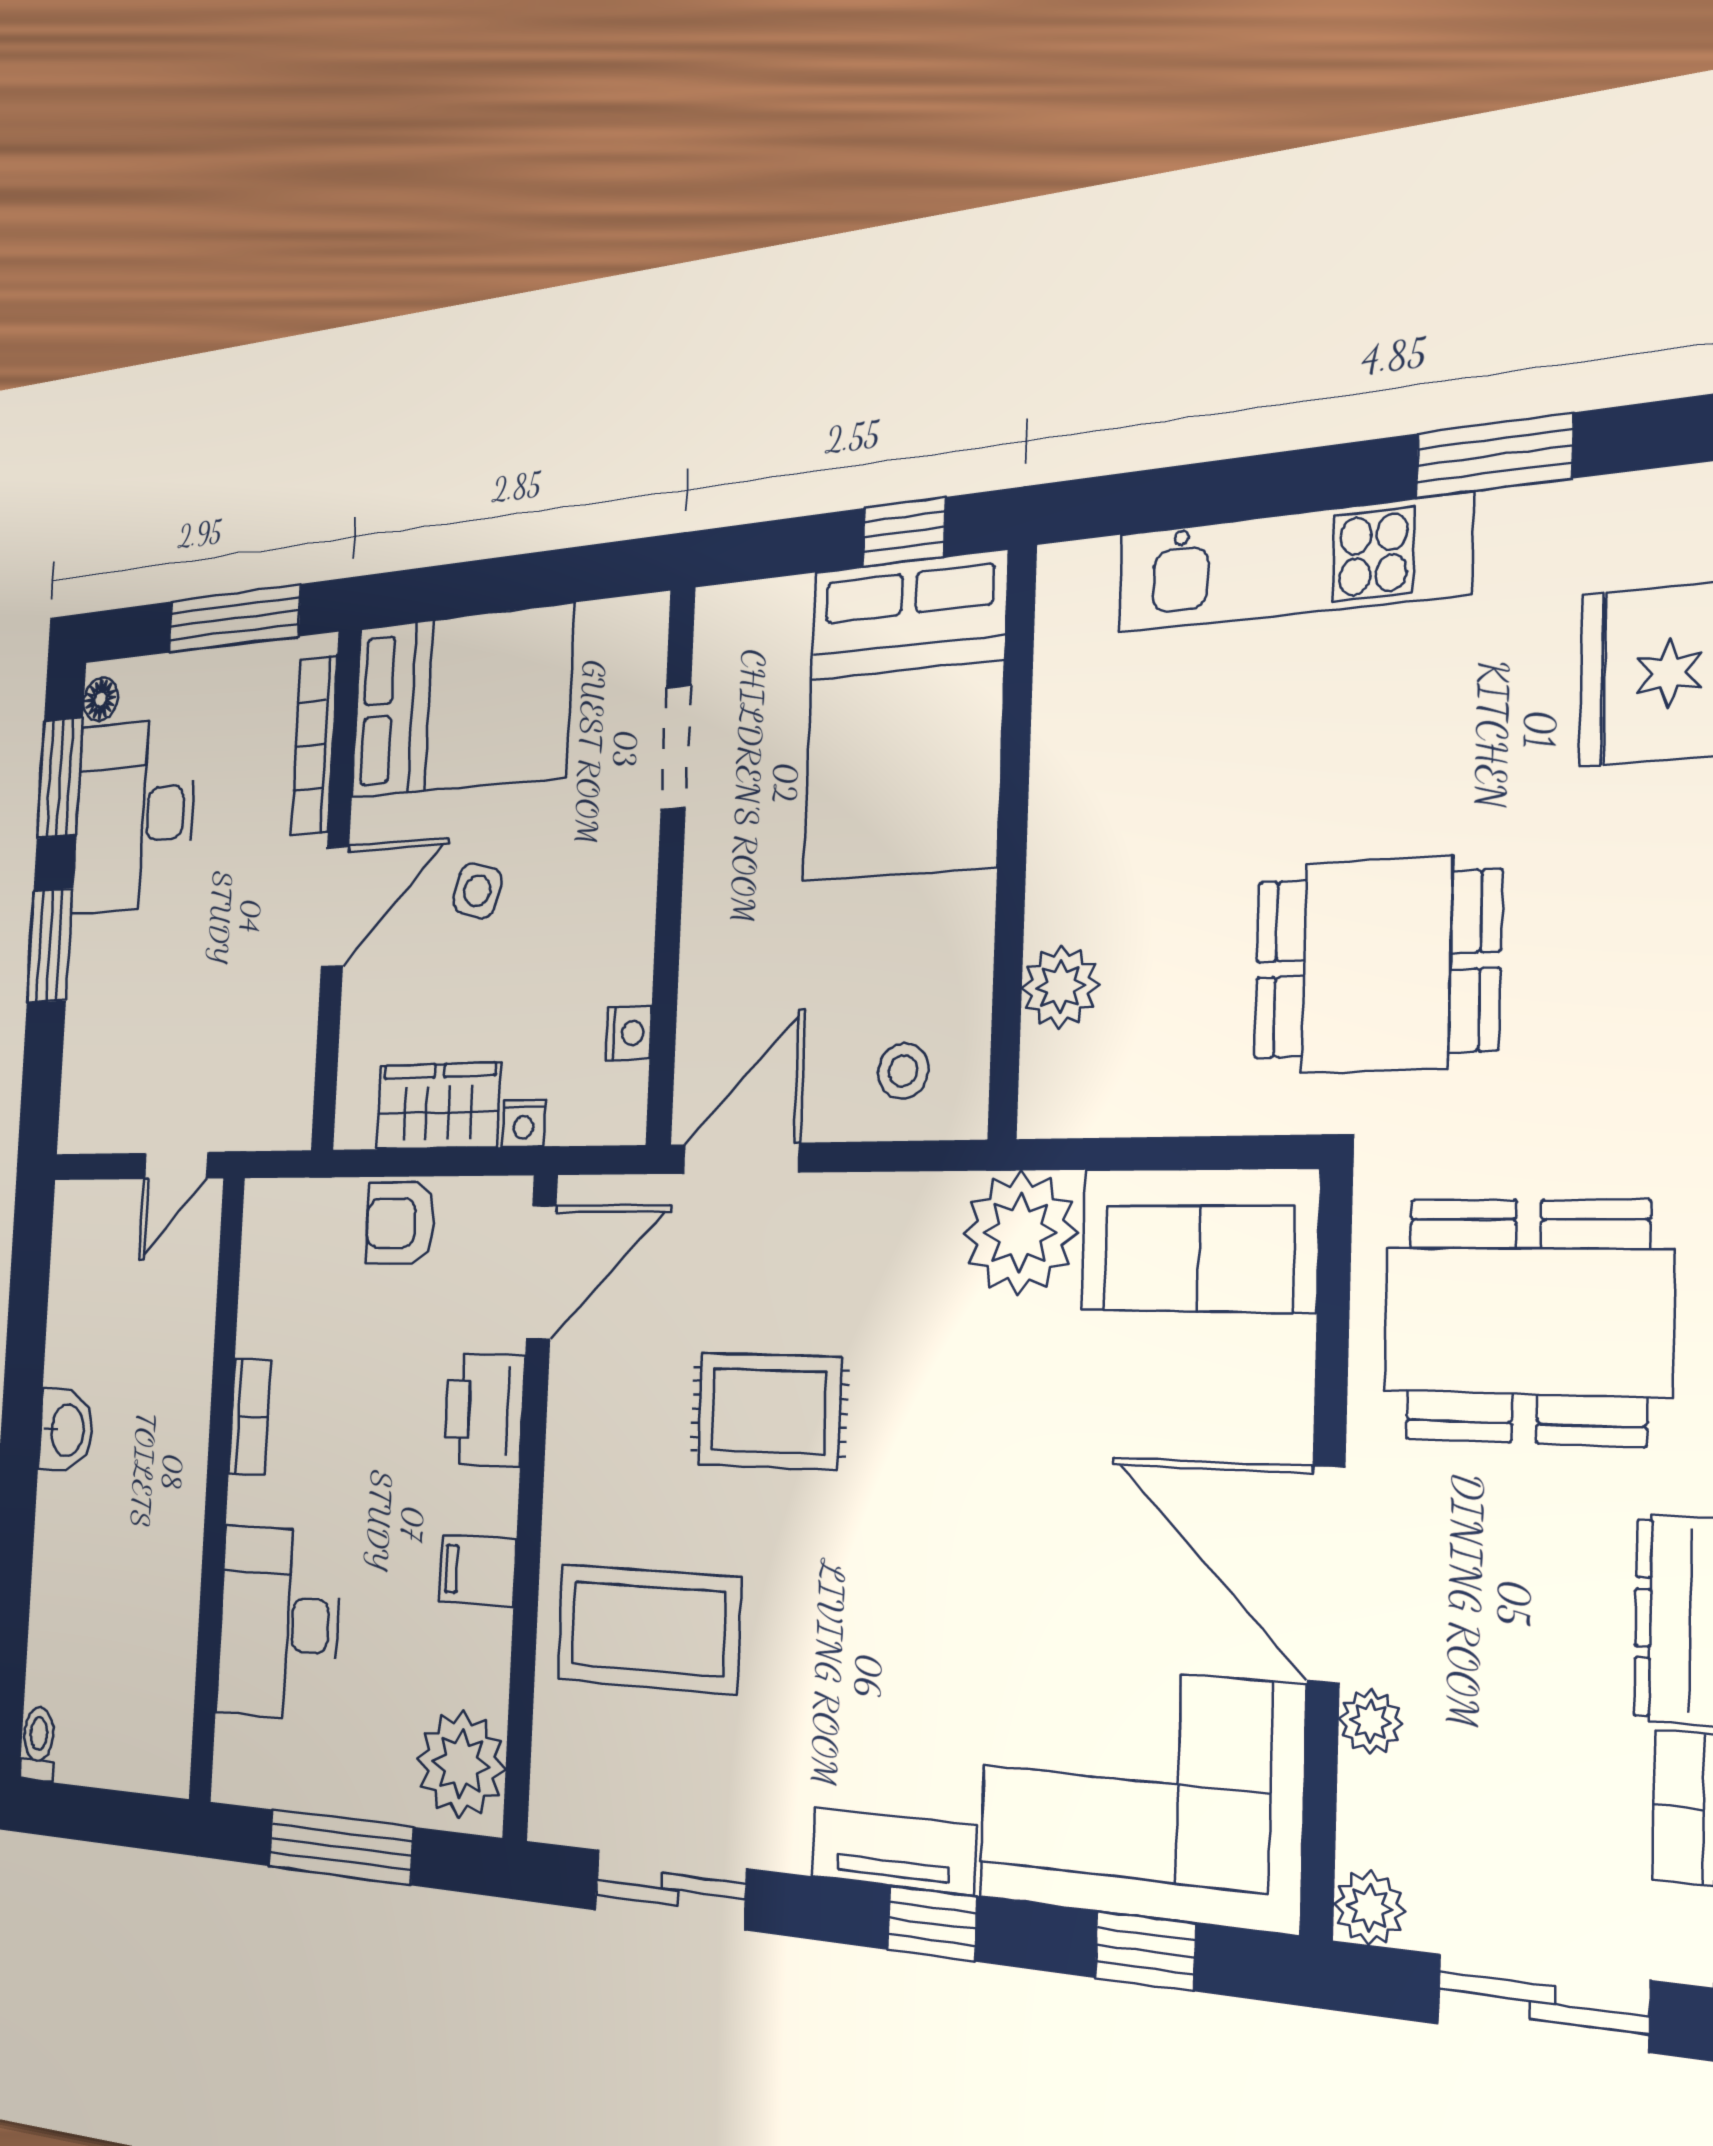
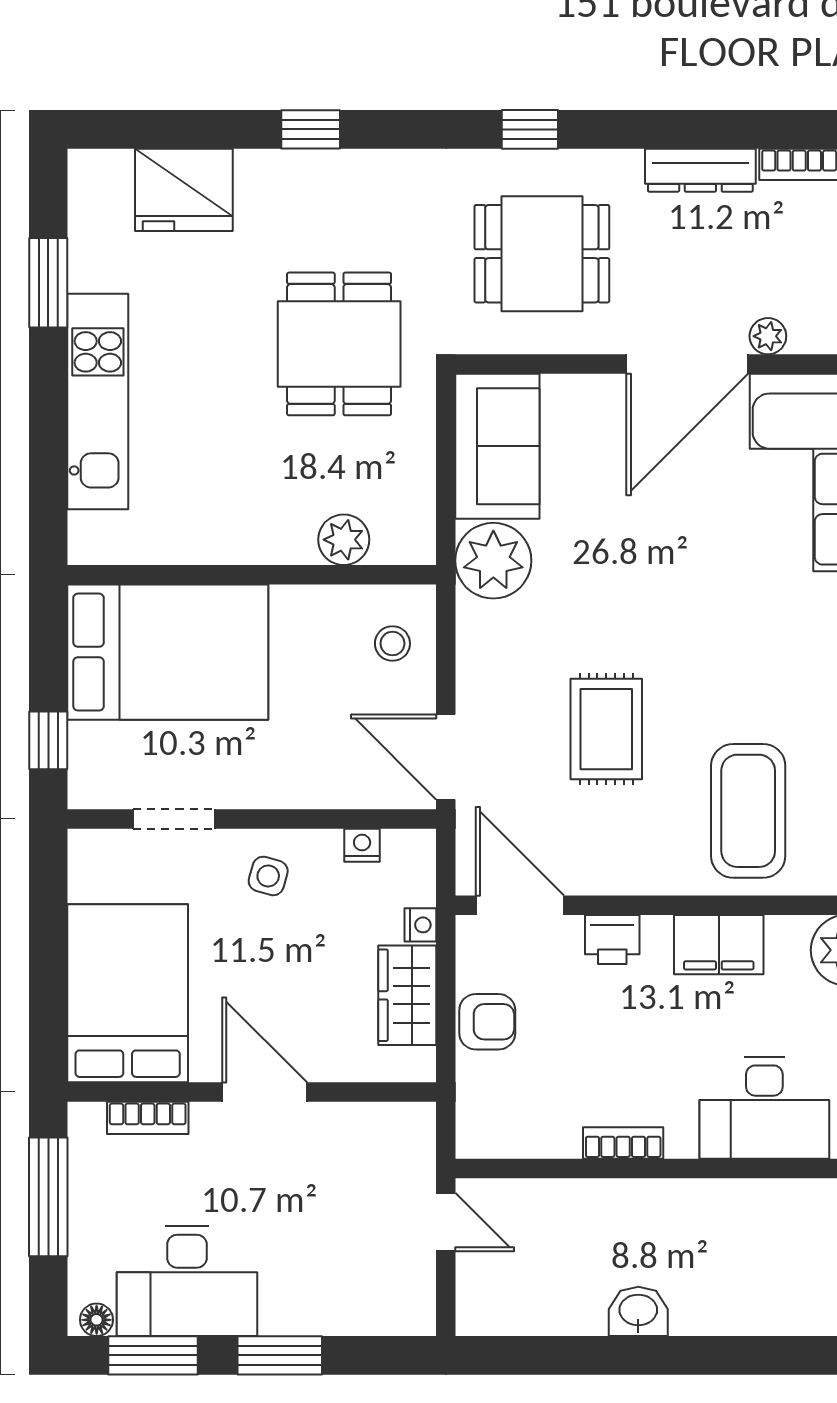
window: (904, 532) -> (48, 740), moved
bookcase: (314, 745) -> (148, 1118), width x0.64
side table: (477, 891) -> (268, 876), moved
armchair: (400, 1223) -> (487, 1022), turned -90
dining table: (1526, 1321) -> (542, 254), width x0.73
printer: (484, 1410) -> (612, 939), width x0.73, depth x0.81
filing cabinet: (478, 1571) -> (719, 945), width x2.00

